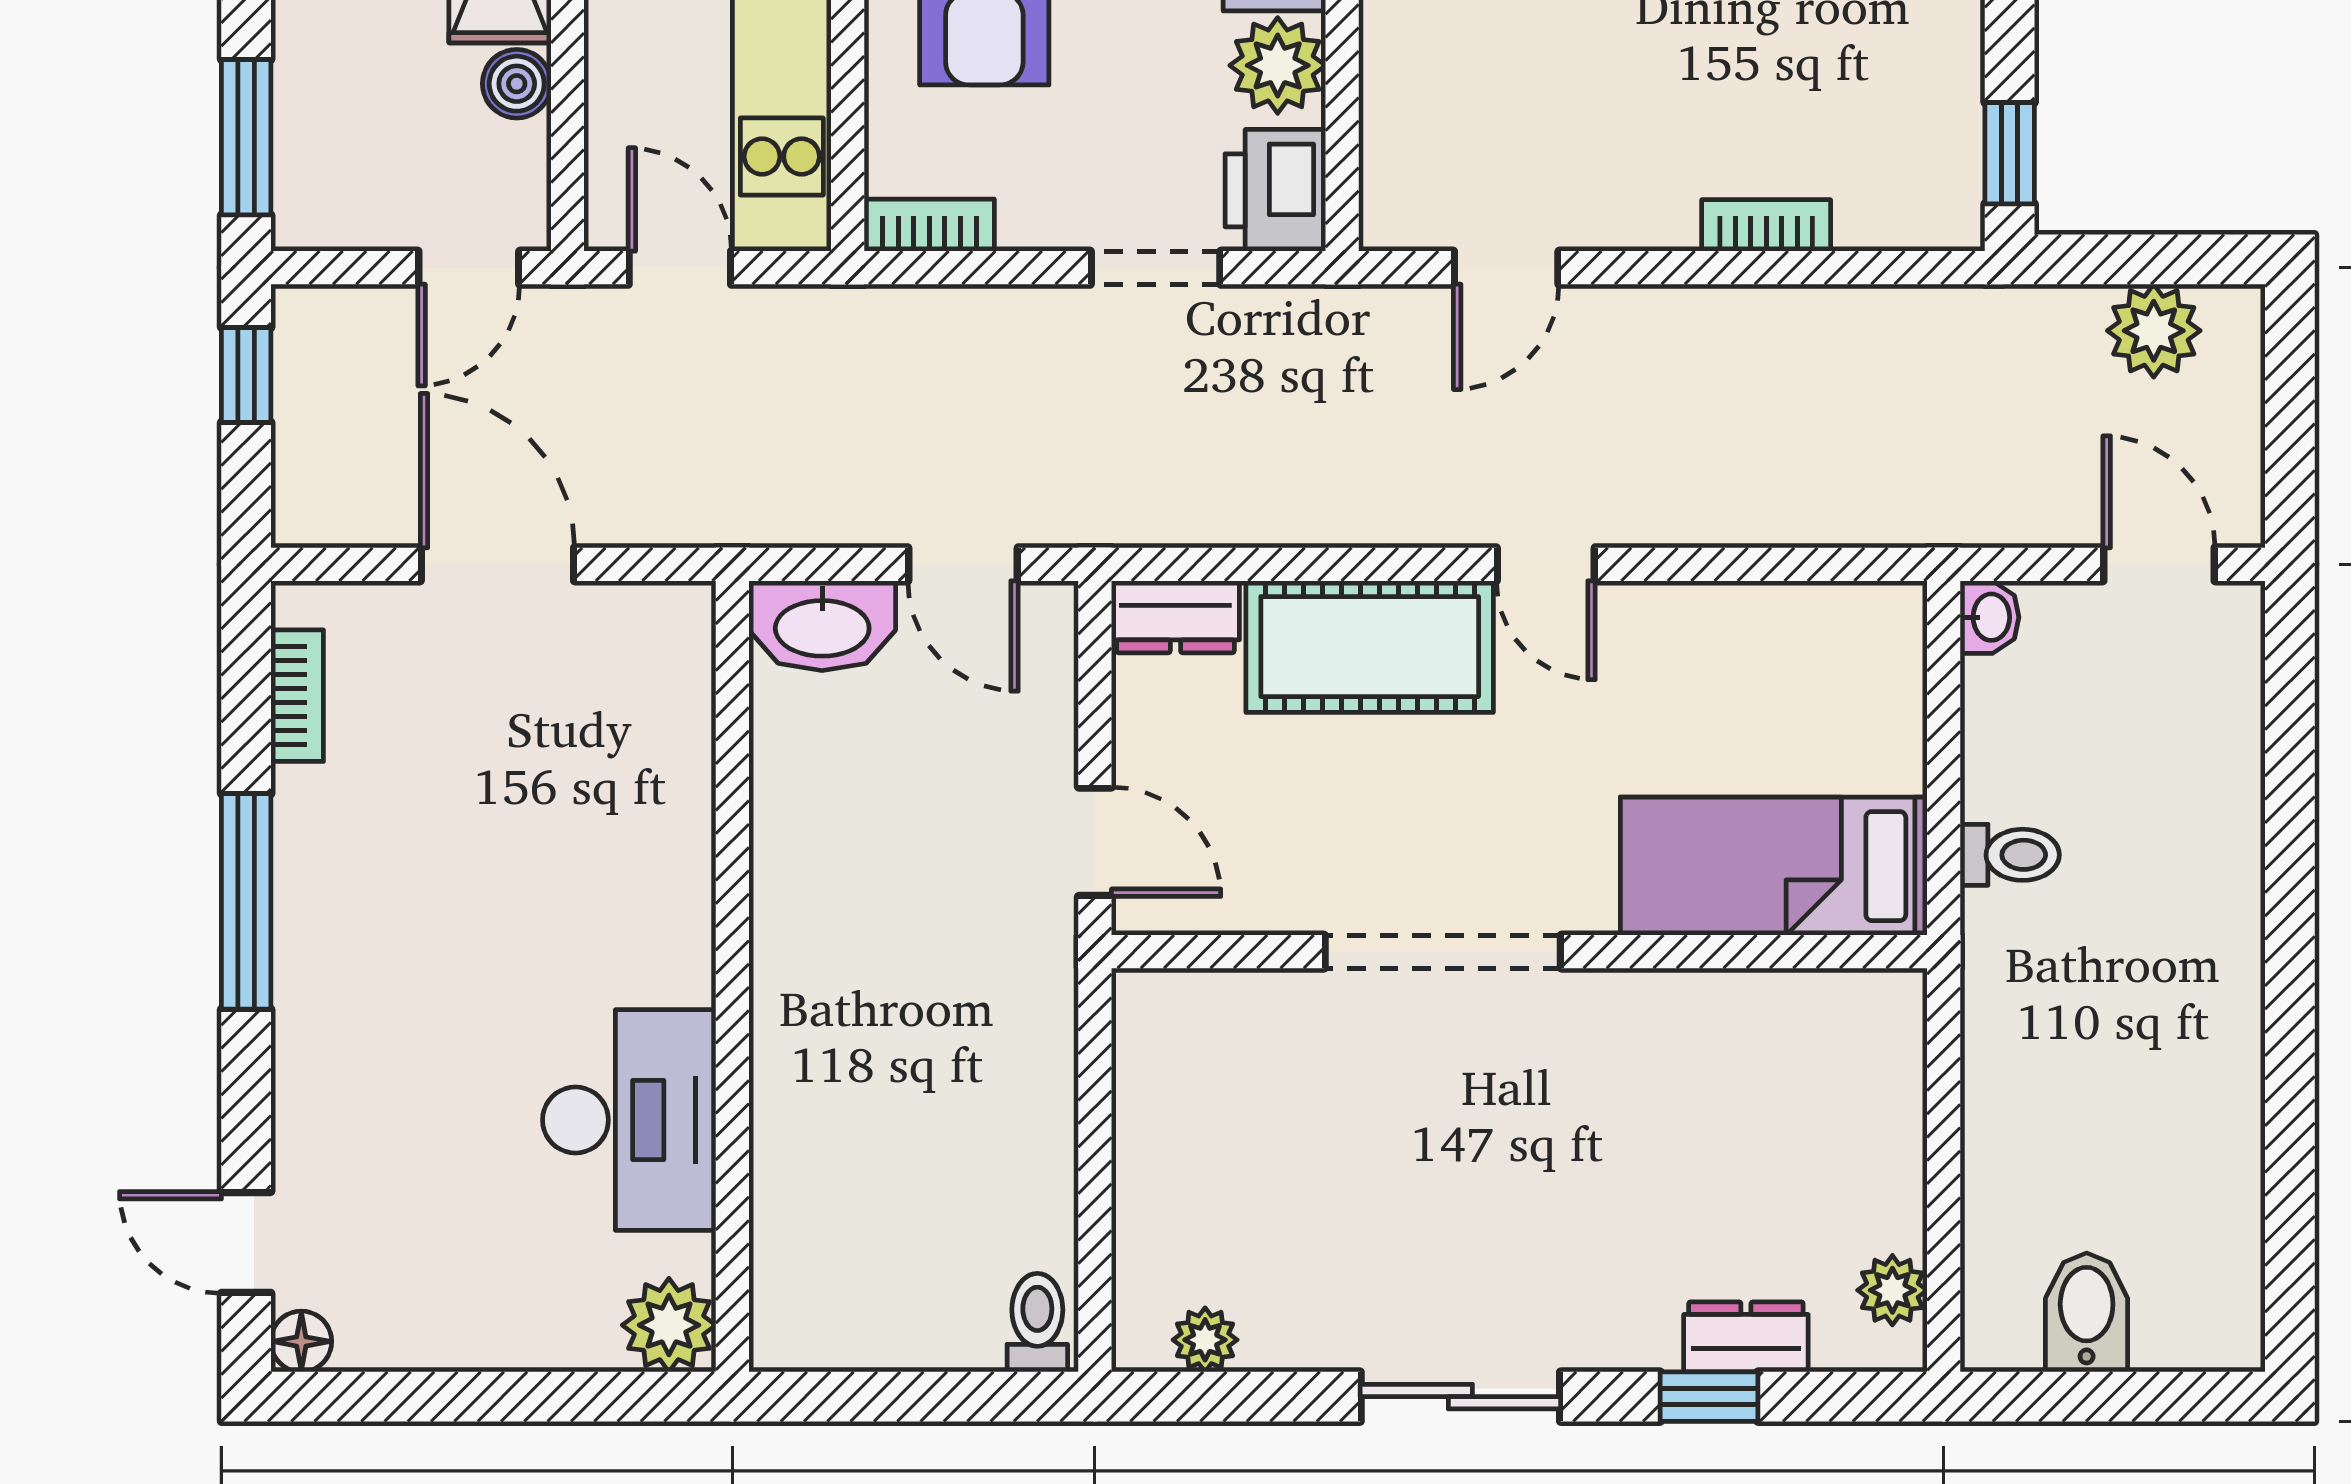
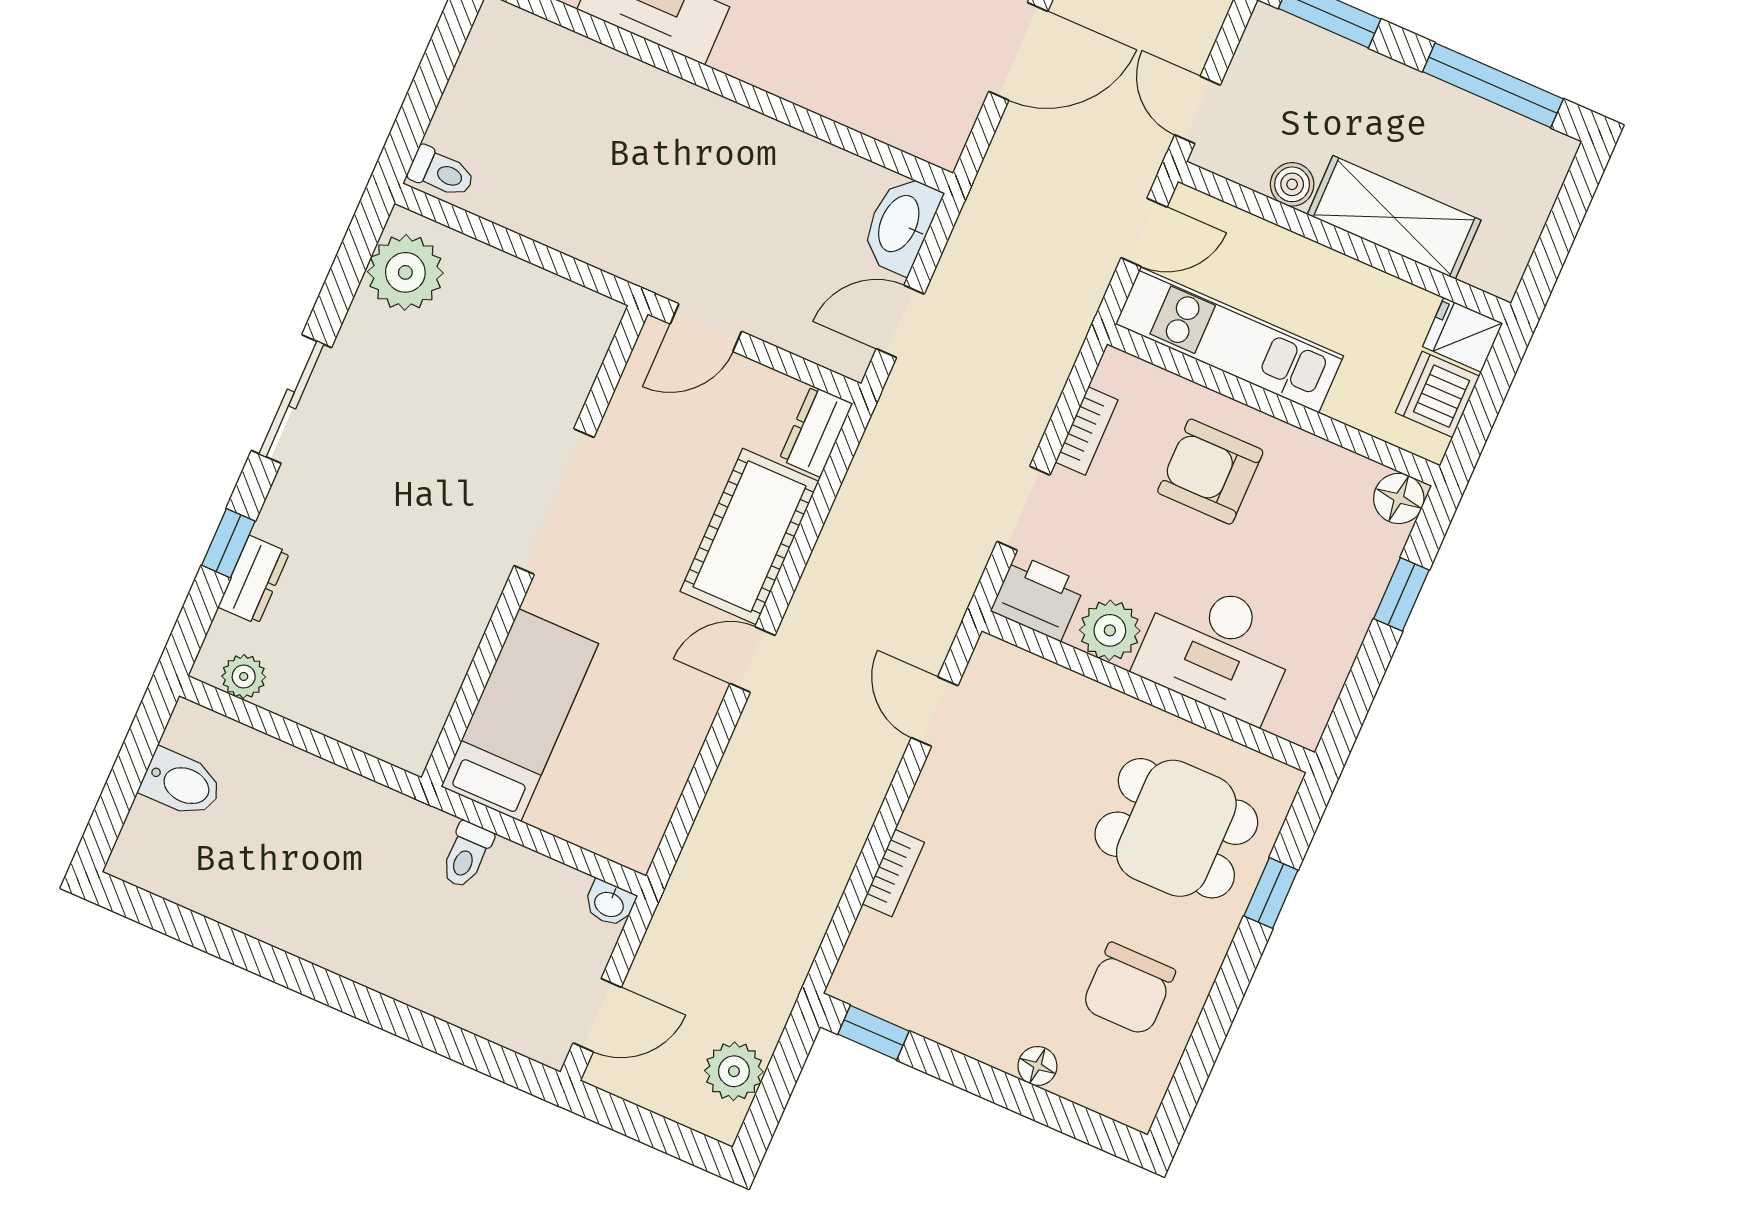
bookcase: (929, 225) -> (1087, 431), moved
plant: (1205, 1340) -> (405, 272), width x1.88, depth x1.88

